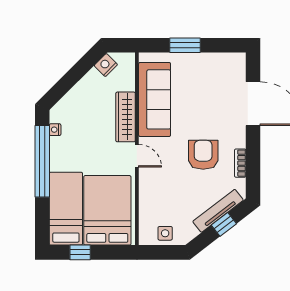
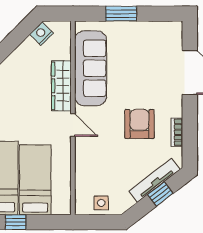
bed: (107, 210) -> (35, 180), width x0.67

